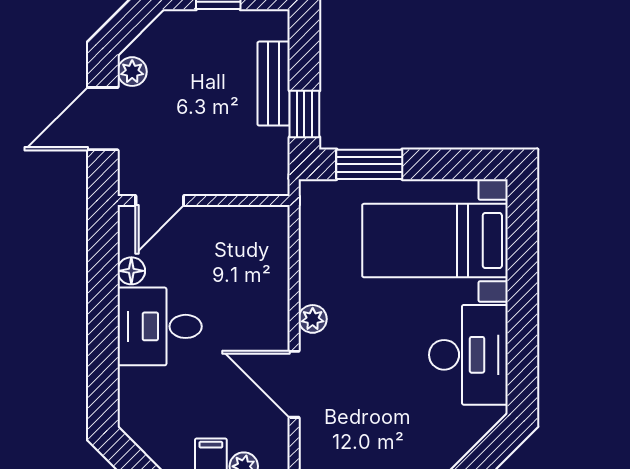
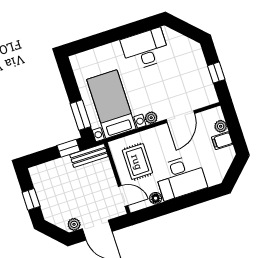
bench: (274, 84) -> (89, 156), moved
bed with nightstands: (435, 241) -> (111, 104), moved, turned 180
rug: (225, 257) -> (137, 162), added
desk: (160, 326) -> (181, 177), width x1.37

